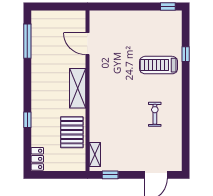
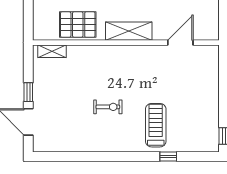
exercise bike: (155, 114) -> (108, 107), moved
window: (110, 175) -> (28, 92), moved

